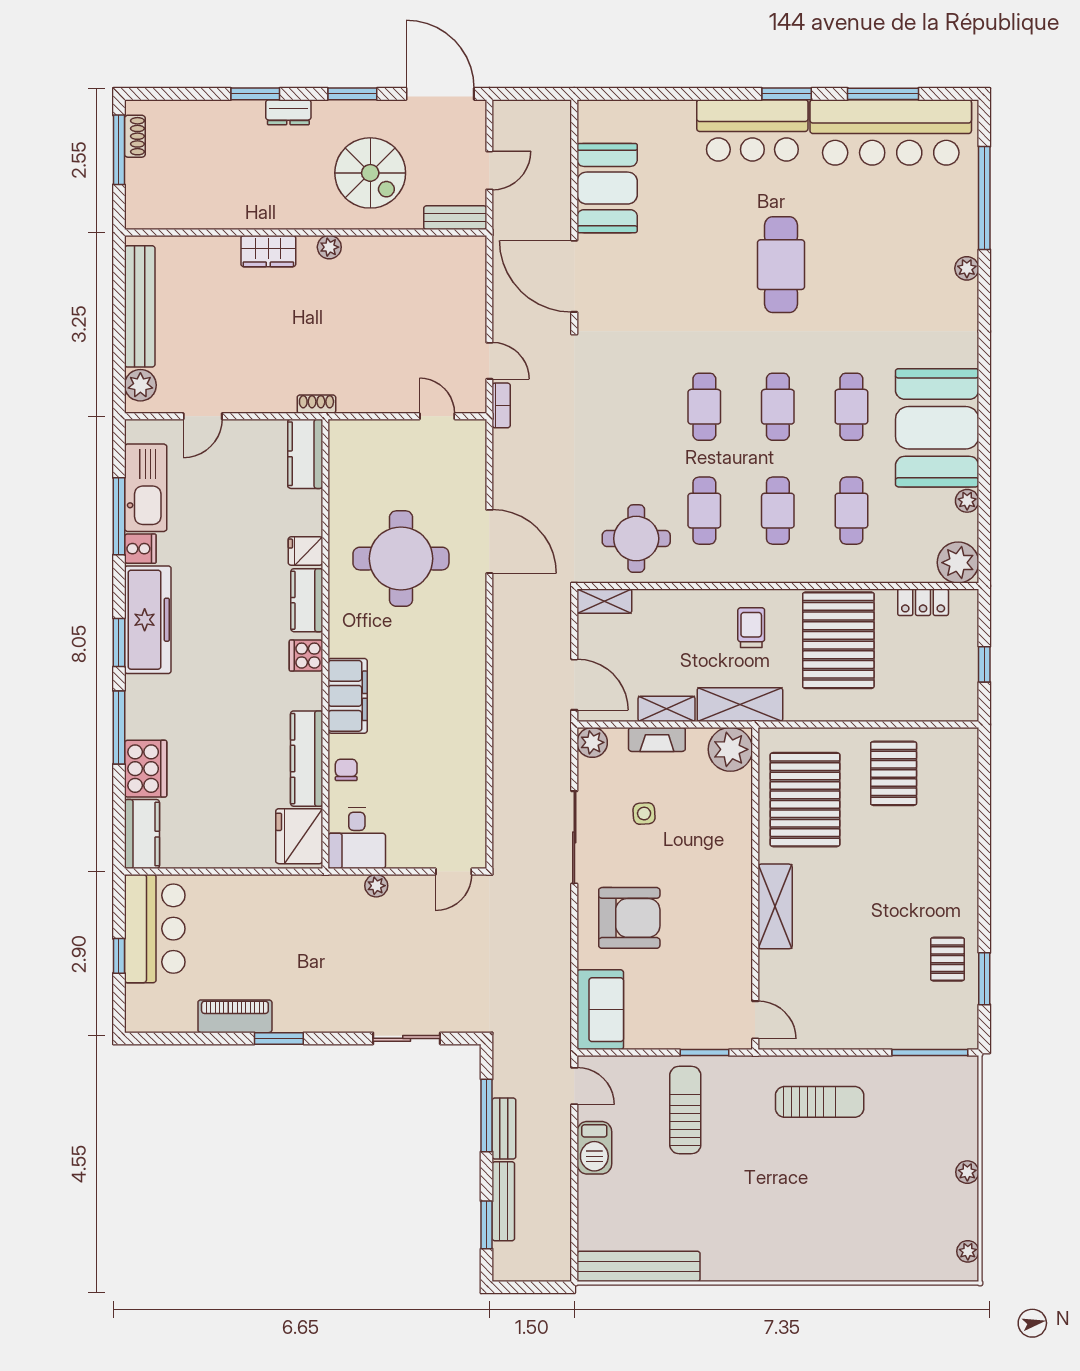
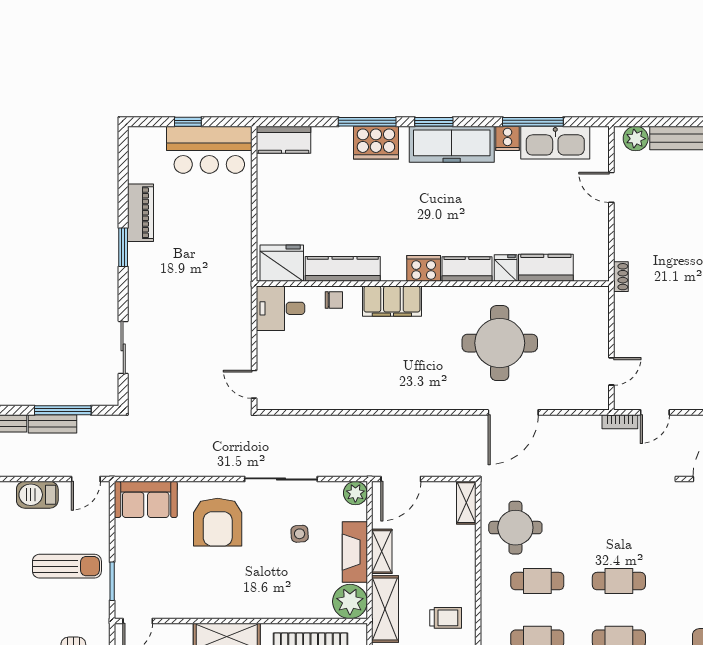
kitchen counter: (305, 454) -> (546, 268), moved
cooker: (306, 656) -> (424, 268), width x1.36
fireplace: (657, 739) -> (355, 552), width x1.37, depth x1.32
cooker: (146, 769) -> (376, 143), moved
plant: (376, 886) -> (243, 324), removed

